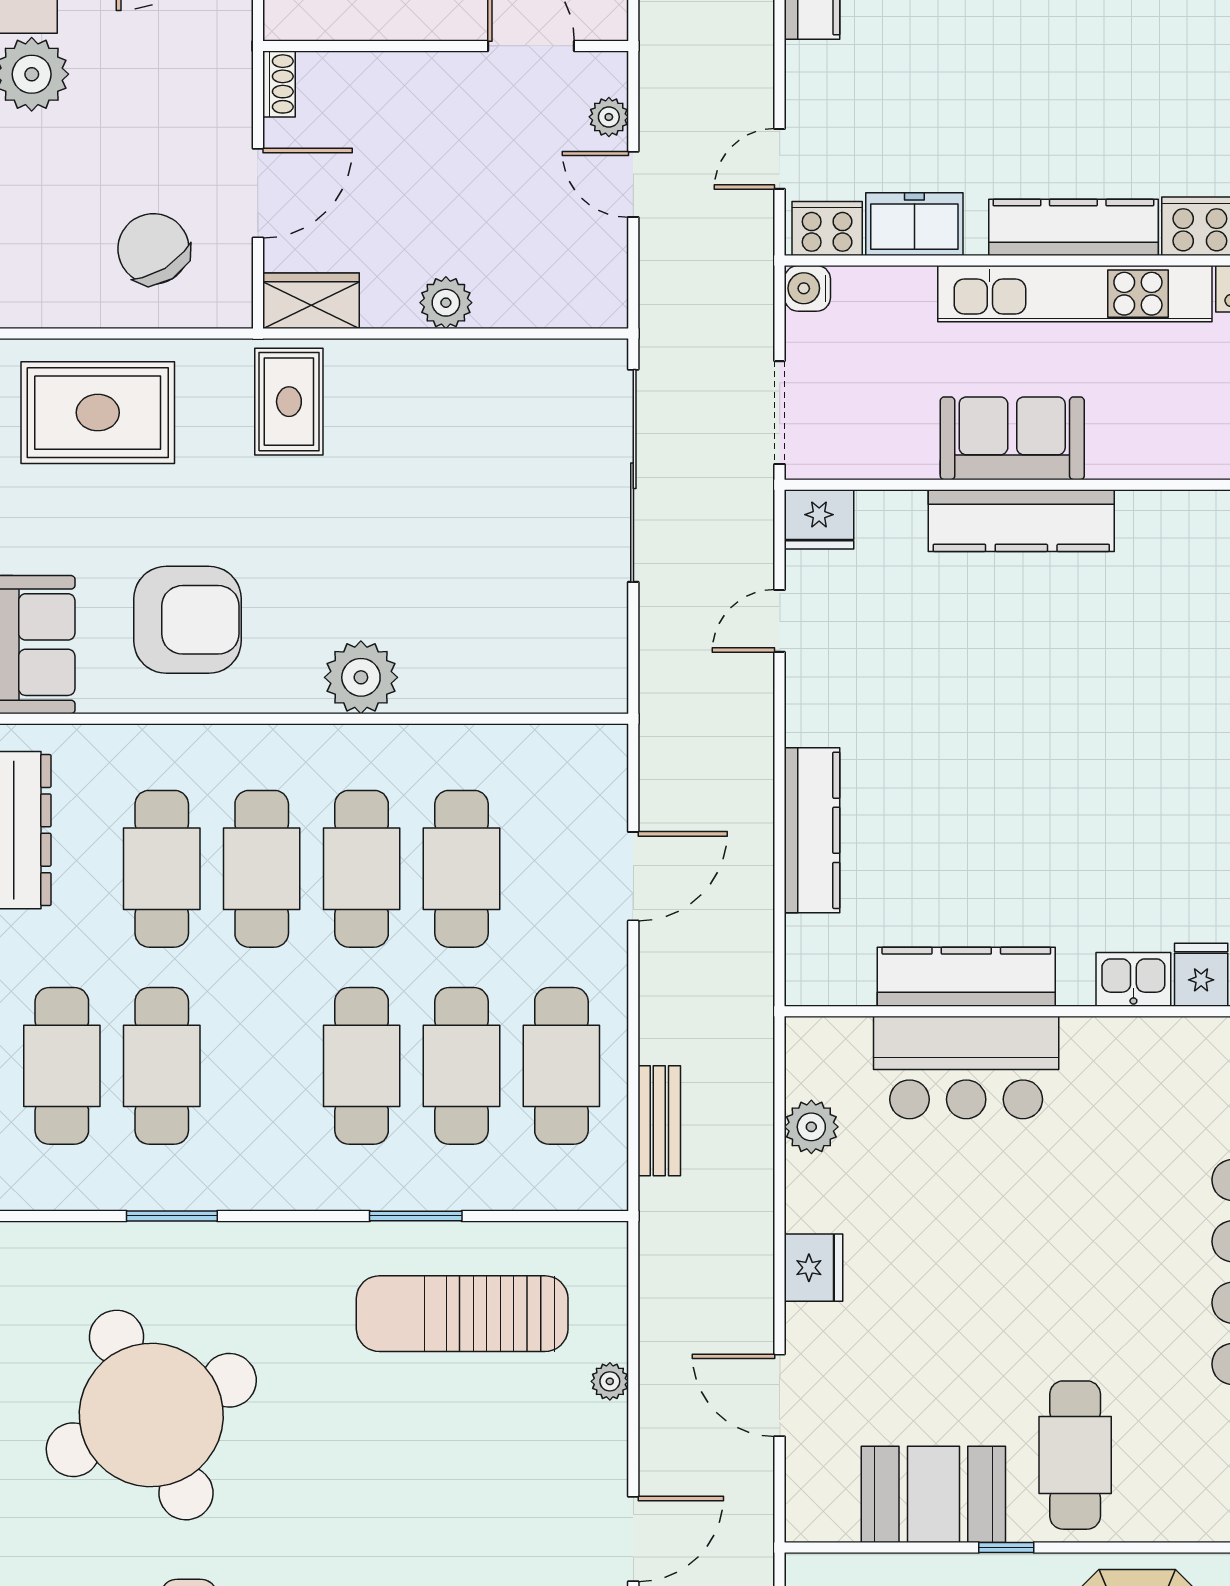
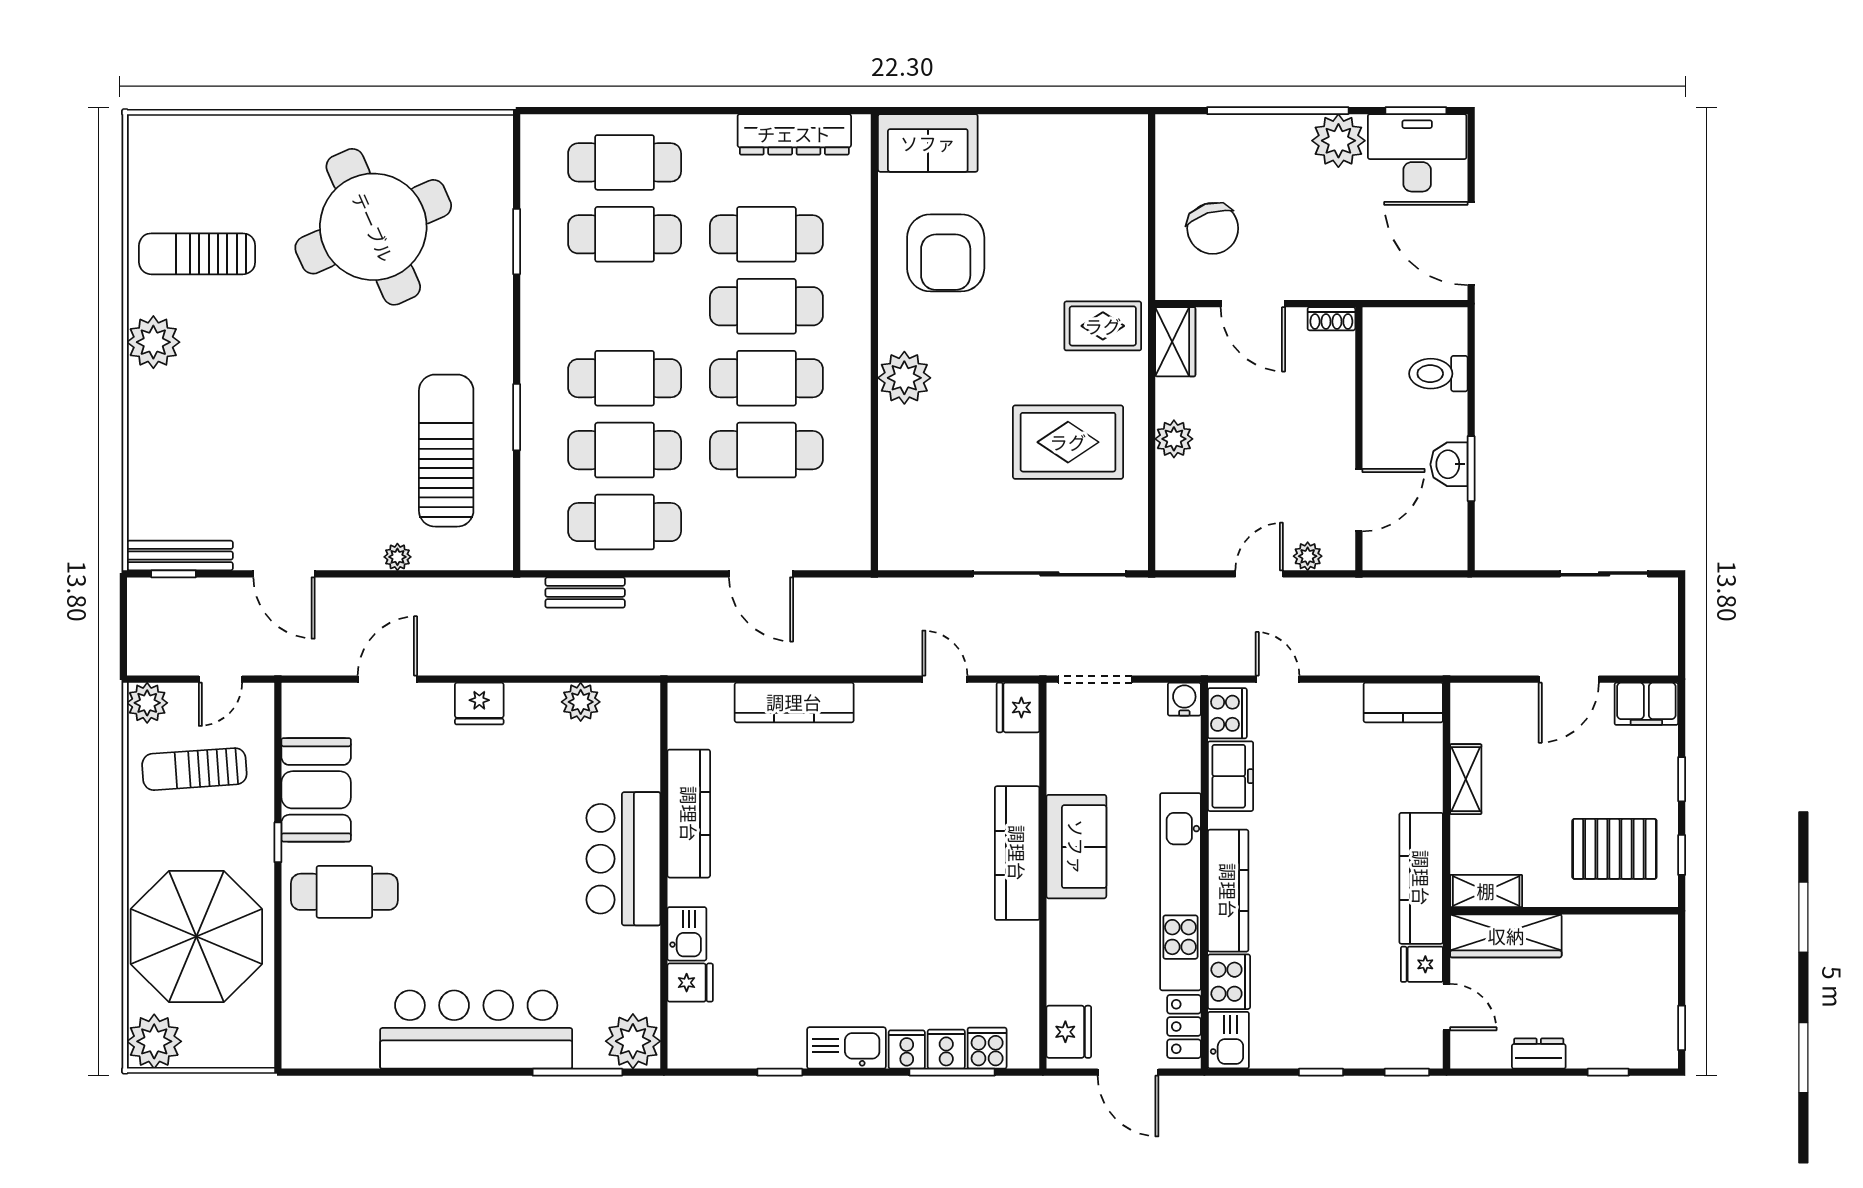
chair: (153, 249) -> (1213, 228), turned 104
rug: (98, 413) -> (1068, 442), moved, turned 90
bar counter: (966, 1067) -> (623, 859), moved

